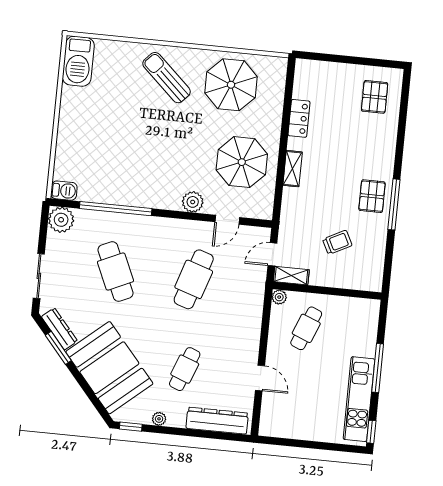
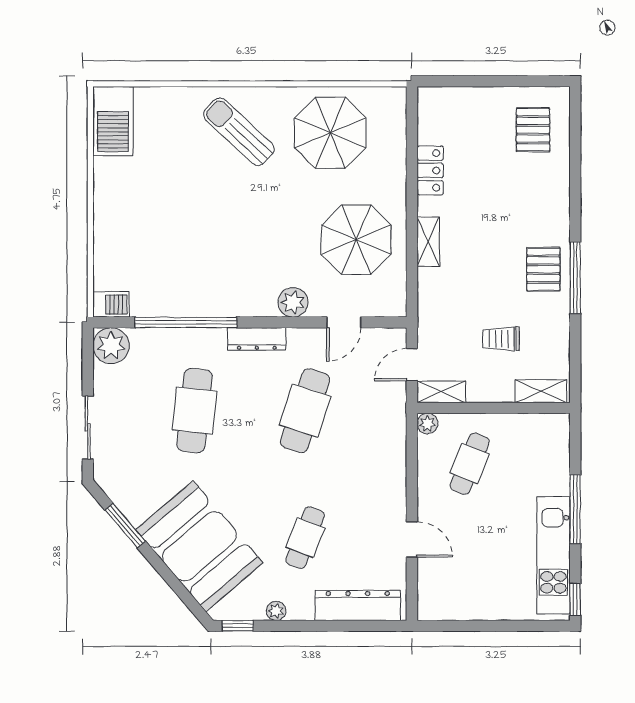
trolley: (337, 242) -> (501, 339), turned -153
cafe table: (115, 272) -> (194, 411), turned 30
shelving: (362, 282) -> (541, 391), added
dresser: (59, 329) -> (257, 339), moved, turned 130

